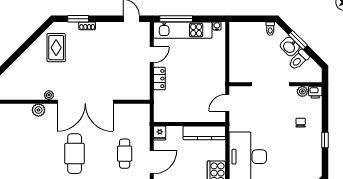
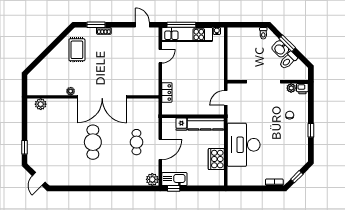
locker: (159, 79) -> (167, 92), moved
plant: (38, 110) -> (41, 104), moved
fridge: (160, 133) -> (181, 124), moved

